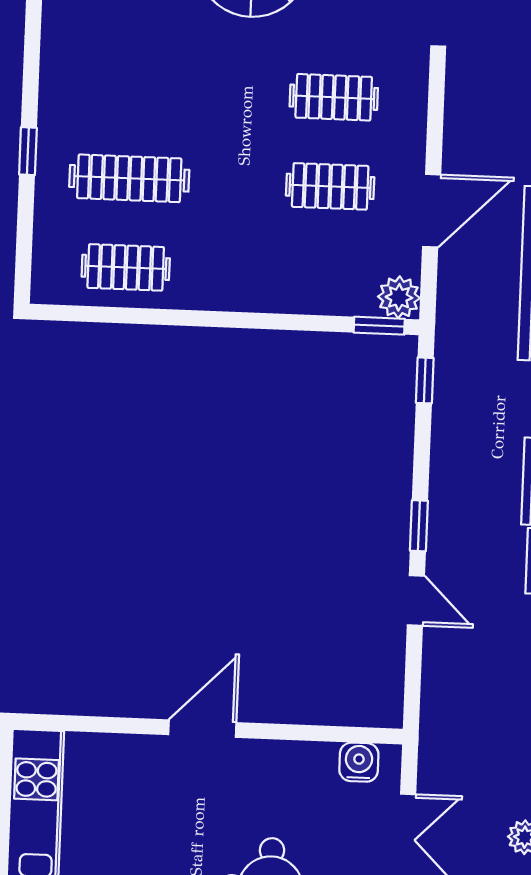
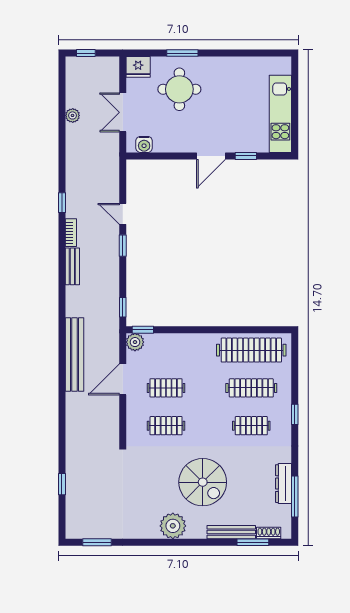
clothes rail: (133, 89) -> (251, 426), added
window: (28, 151) -> (295, 414), moved
clothes rail: (126, 267) -> (251, 350), width x1.86, depth x1.31
window: (120, 725) -> (246, 156), added

